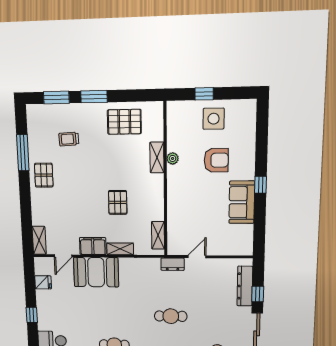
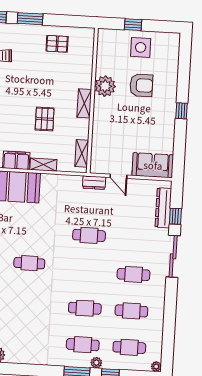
pallet: (124, 122) -> (57, 44), width x0.67, depth x0.71
shelving: (157, 157) -> (84, 103), moved
plant: (173, 158) -> (105, 86), width x1.88, depth x1.88
sofa: (242, 202) -> (153, 165), moved, turned 90
door: (197, 257) -> (118, 176), swing flipped

